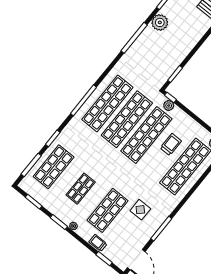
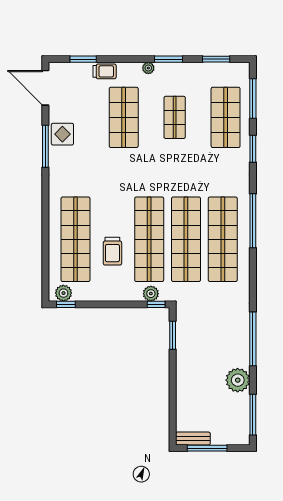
display table: (140, 210) -> (62, 134), moved

